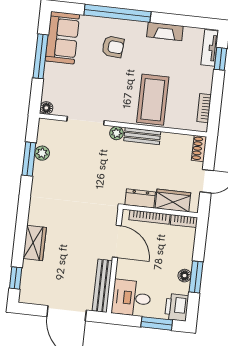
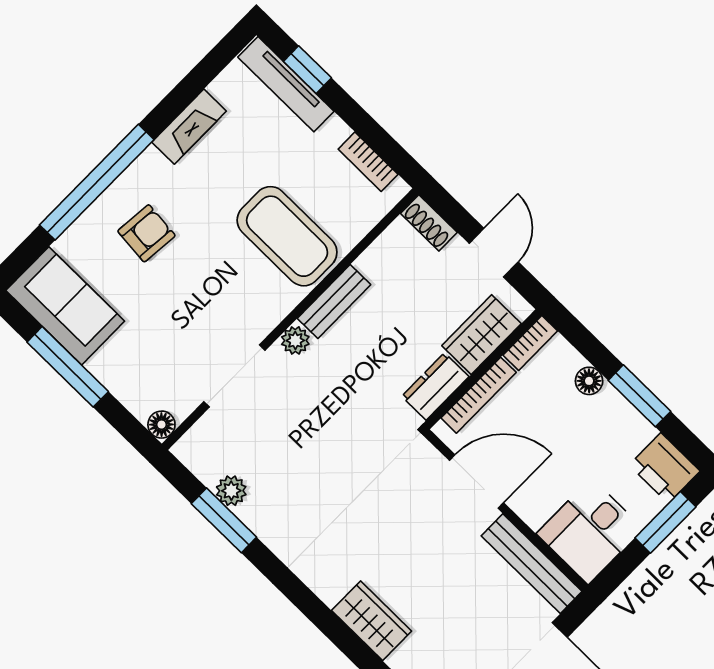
tv unit: (210, 48) -> (286, 84), width x1.41
floor lamp: (185, 276) -> (589, 381), moved

